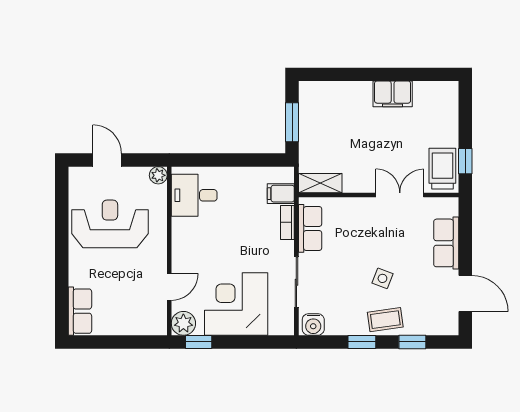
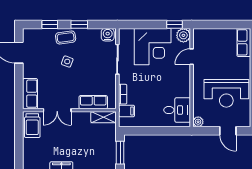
window: (465, 161) -> (19, 130), removed
row of seats: (310, 228) -> (93, 102), moved, turned 90
row of seats: (446, 243) -> (30, 94), moved

